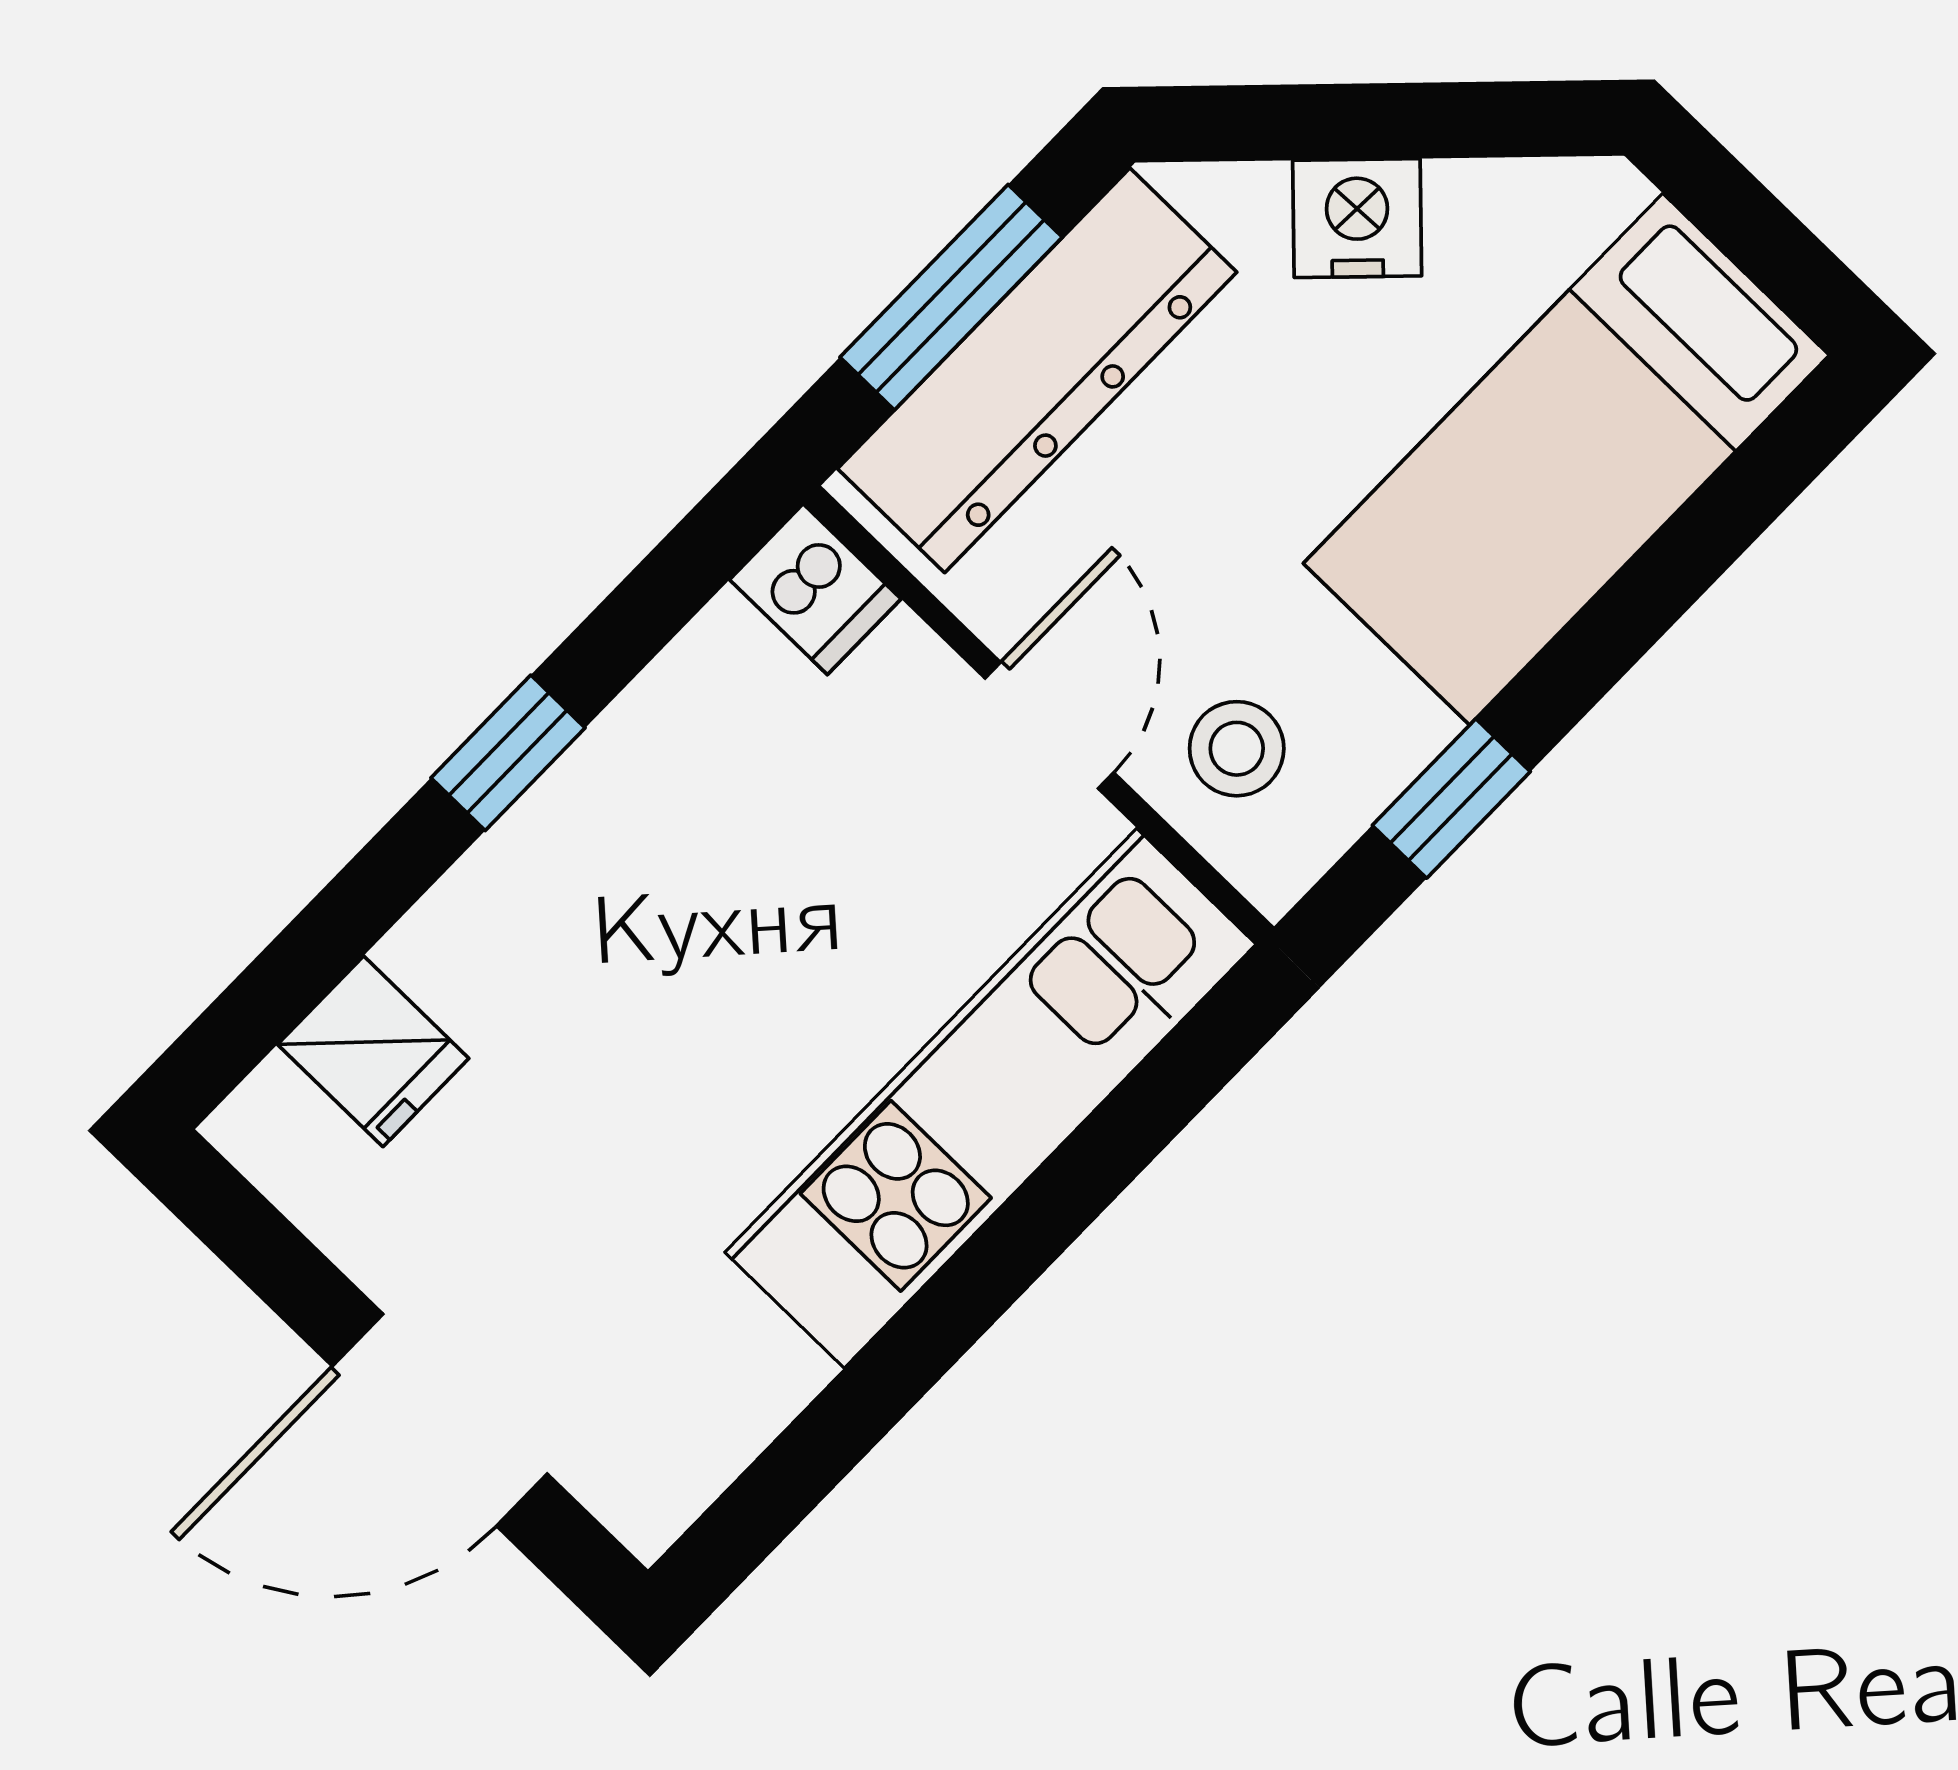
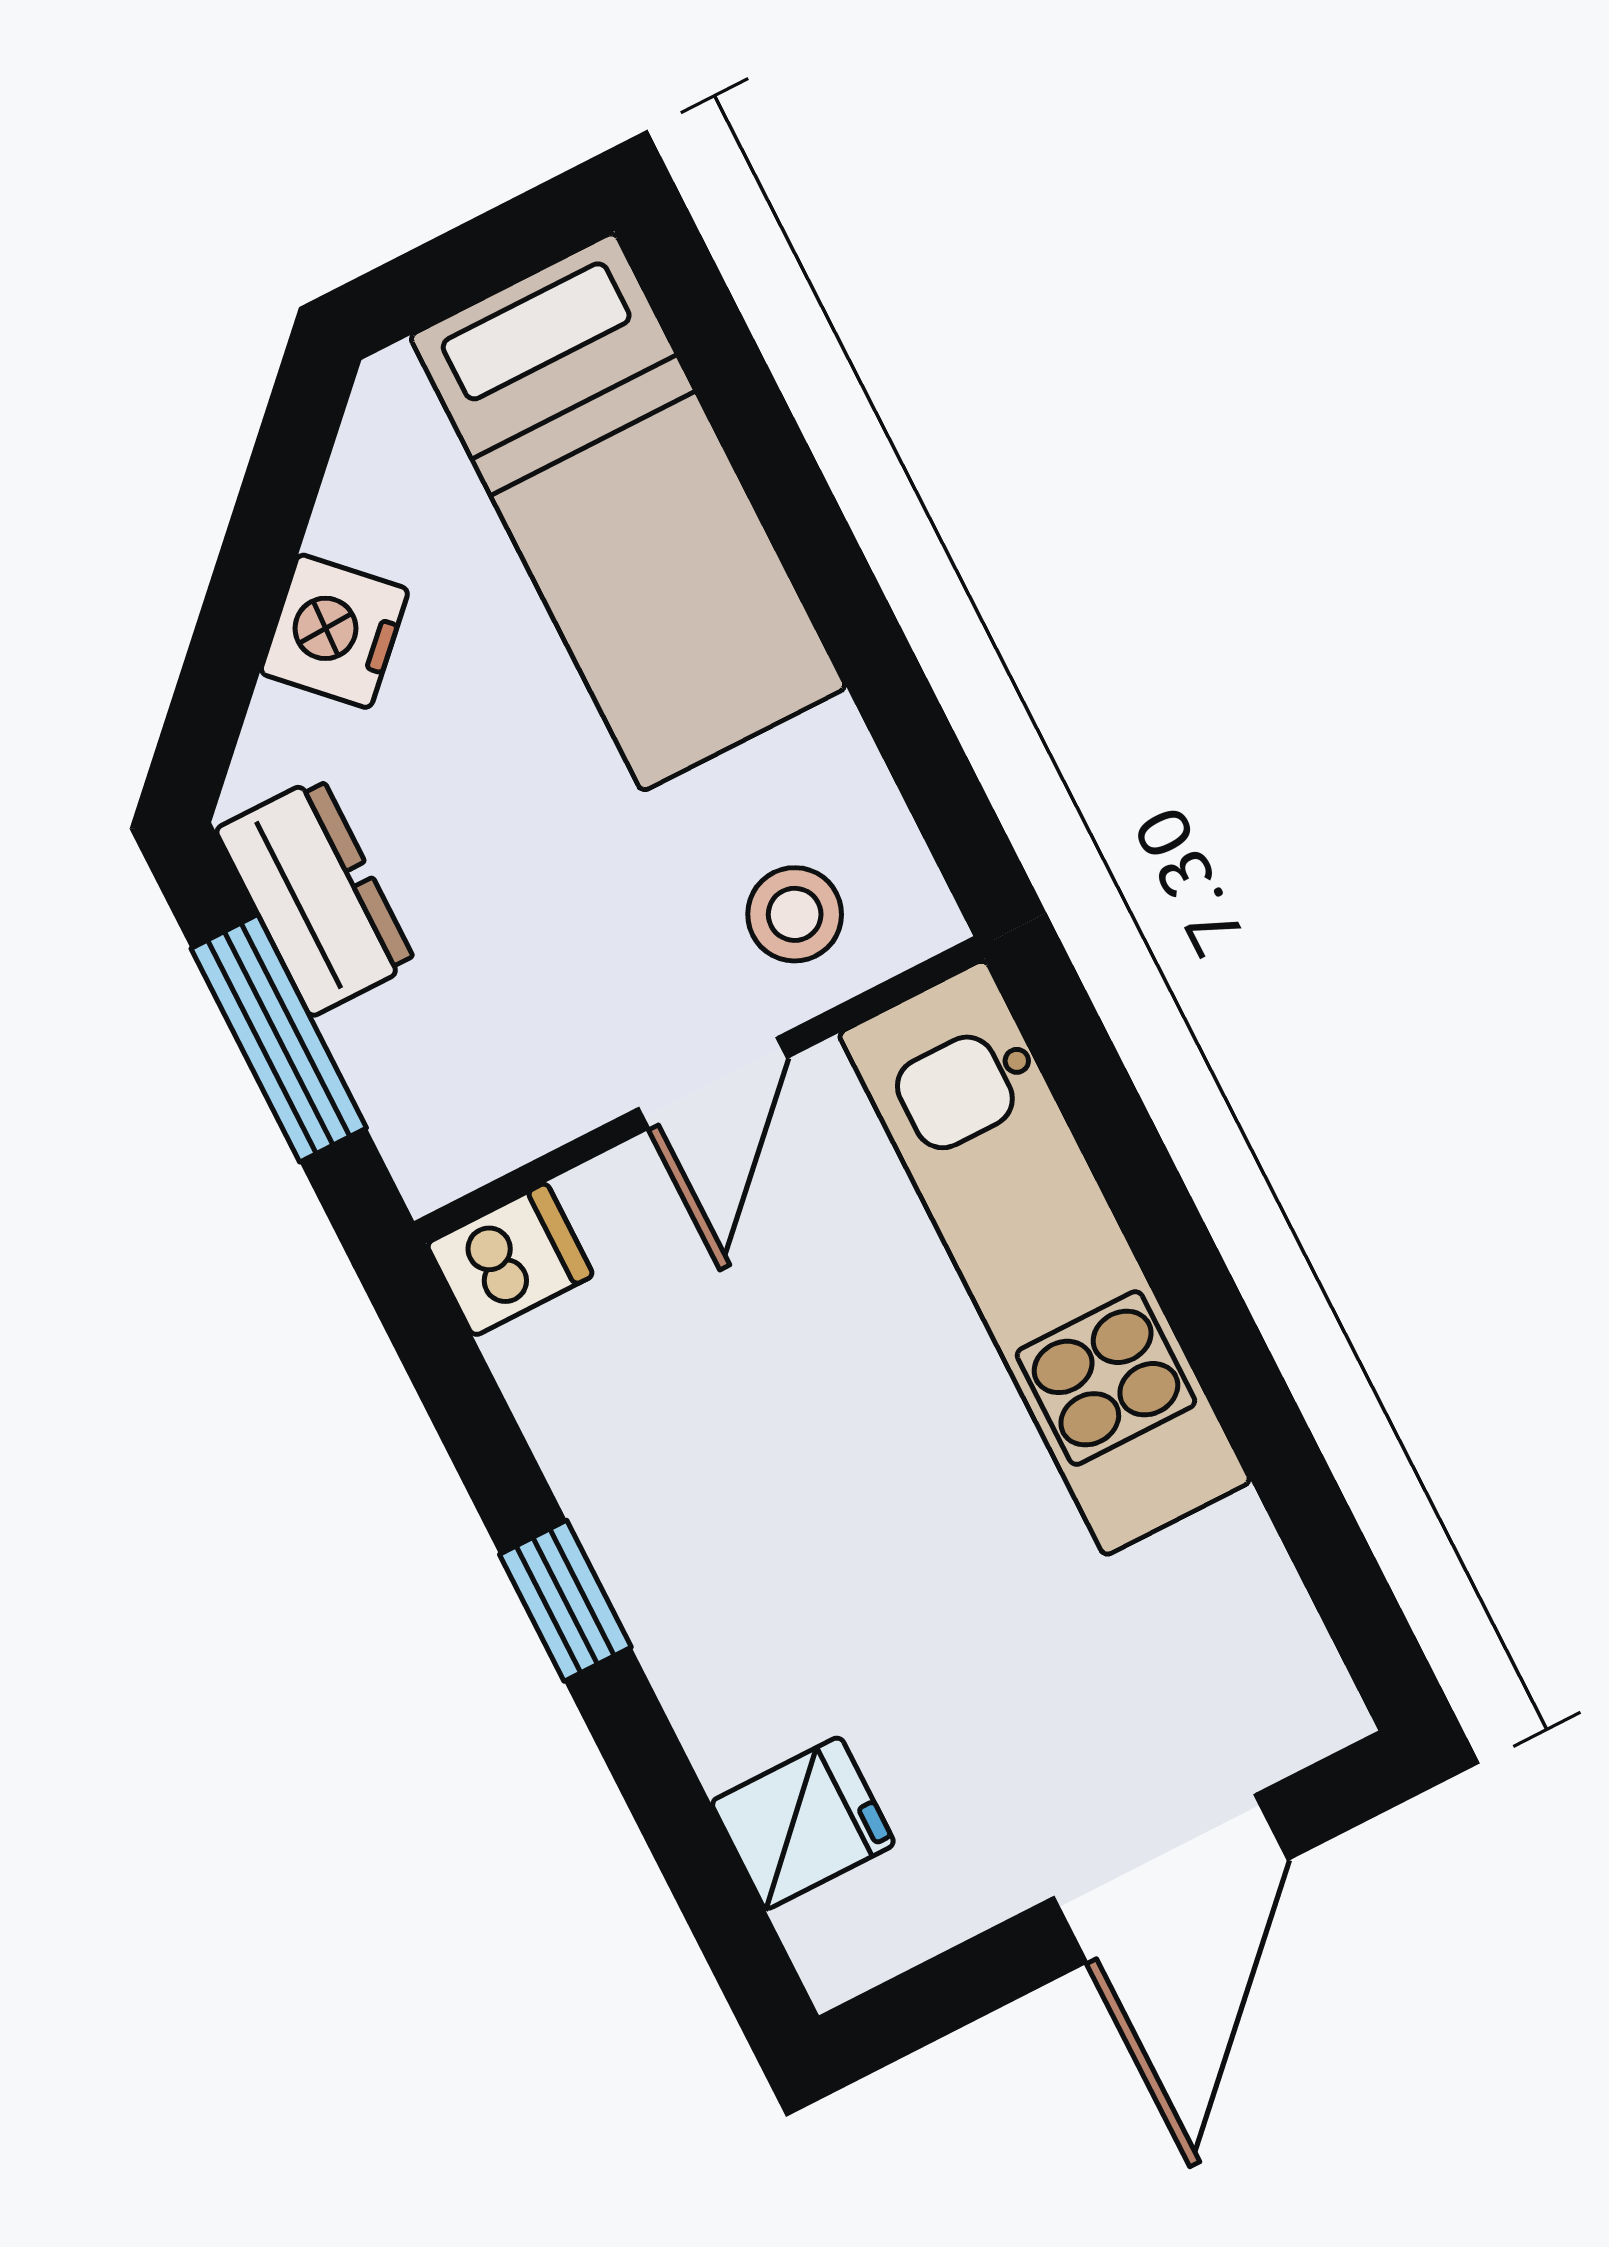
dresser: (1037, 370) -> (316, 896), width x0.51, depth x0.80
door: (1049, 725) -> (713, 1083), swing flipped
window: (1451, 798) -> (910, 728), removed

